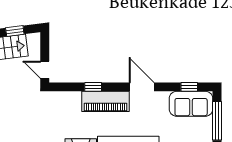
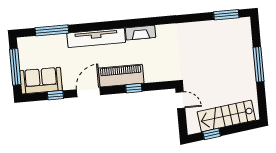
door: (142, 87) -> (88, 92), swing flipped
window: (189, 87) -> (55, 95), moved

